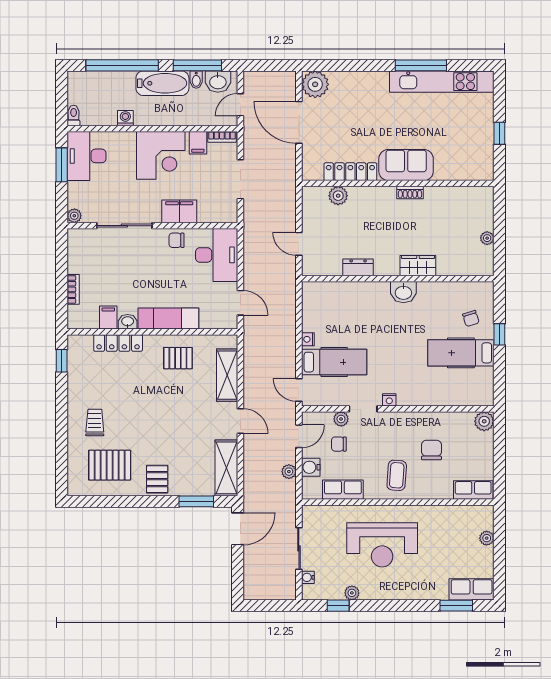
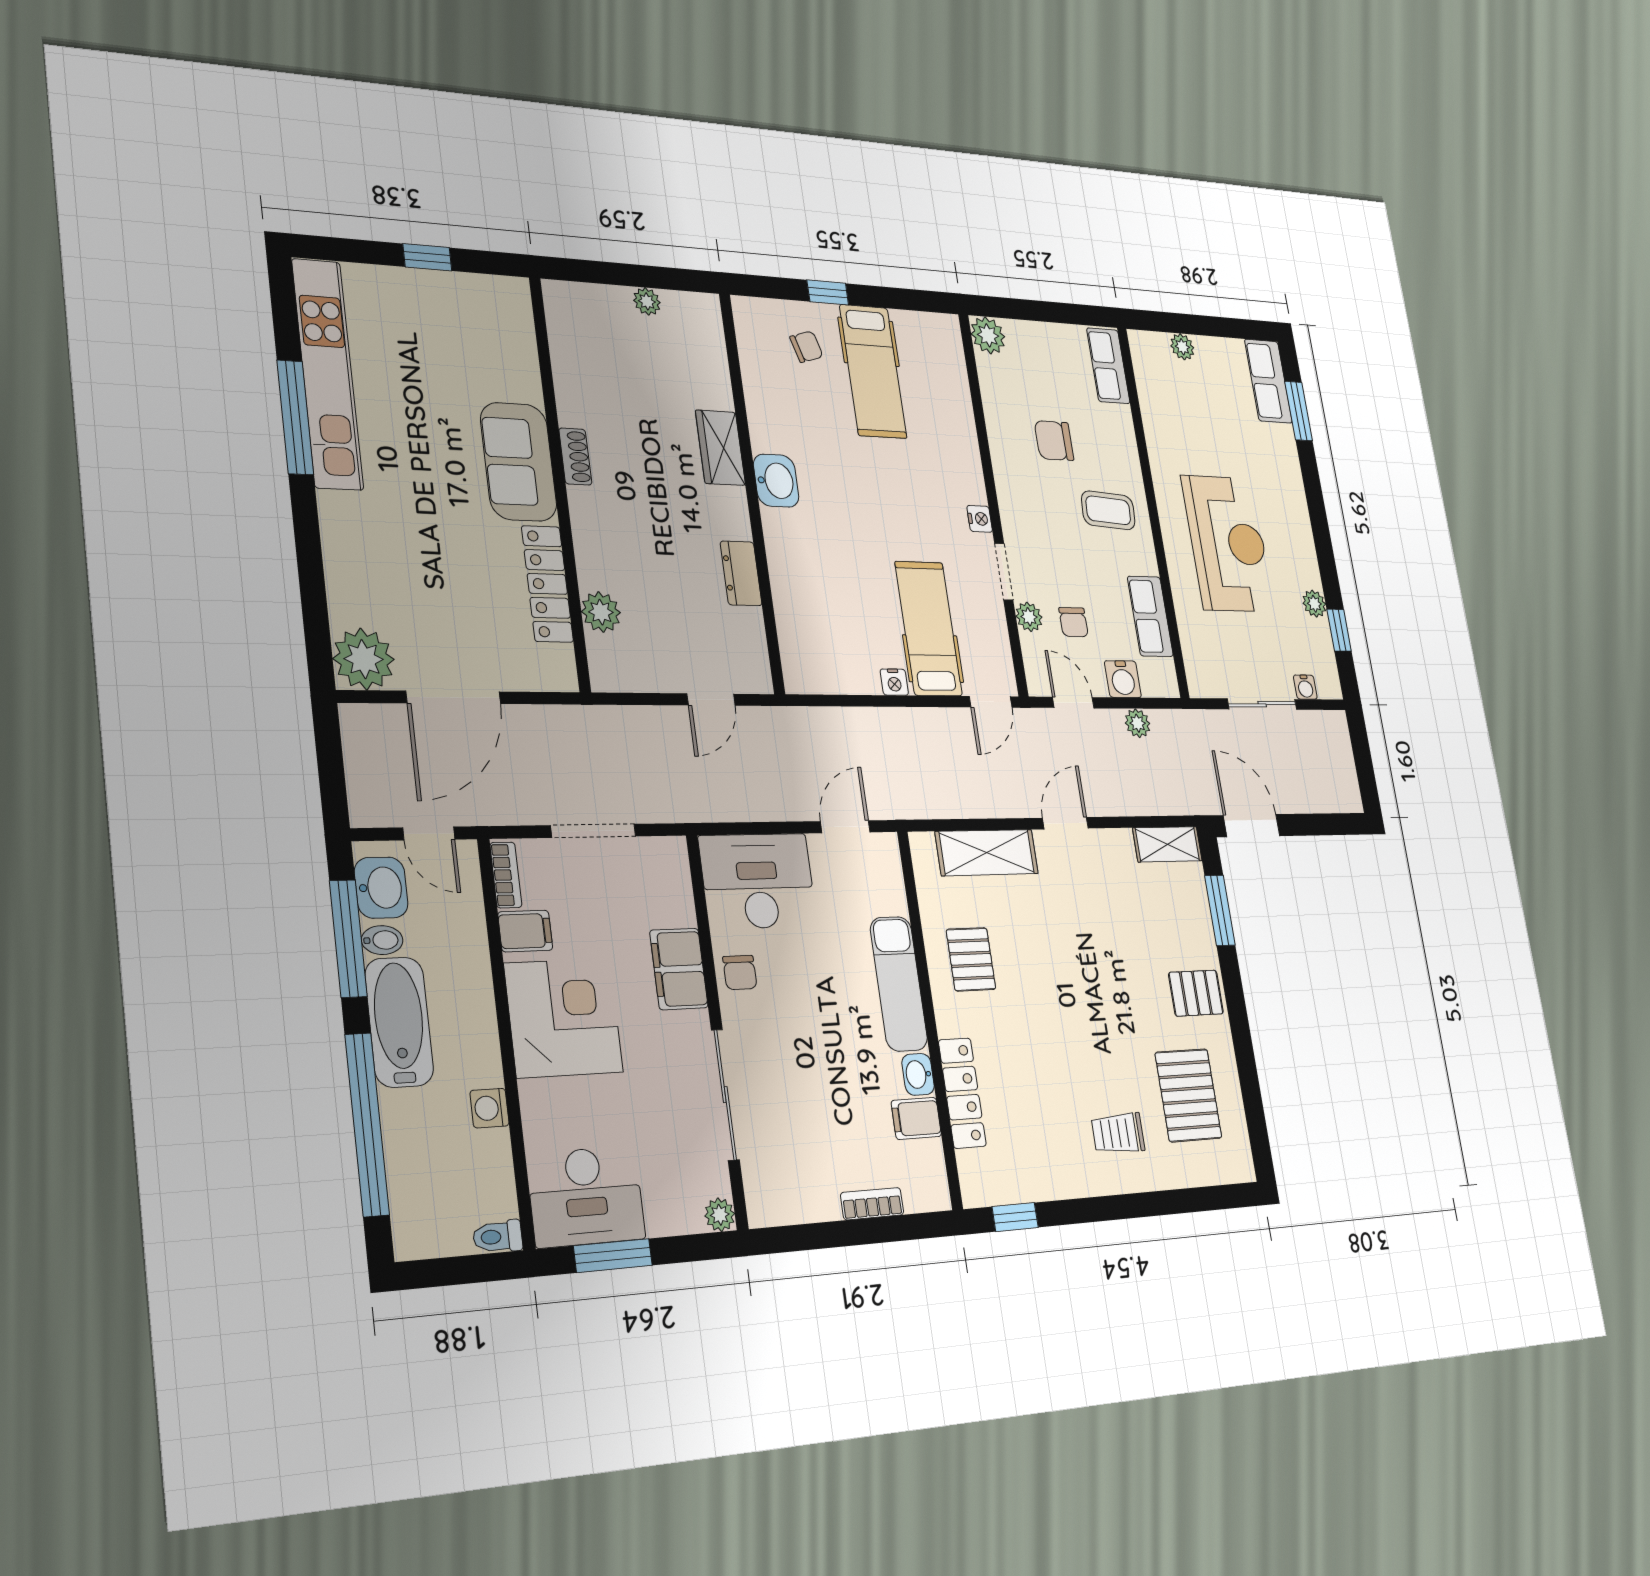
shelving: (226, 468) -> (1167, 844), width x0.67, depth x0.75

